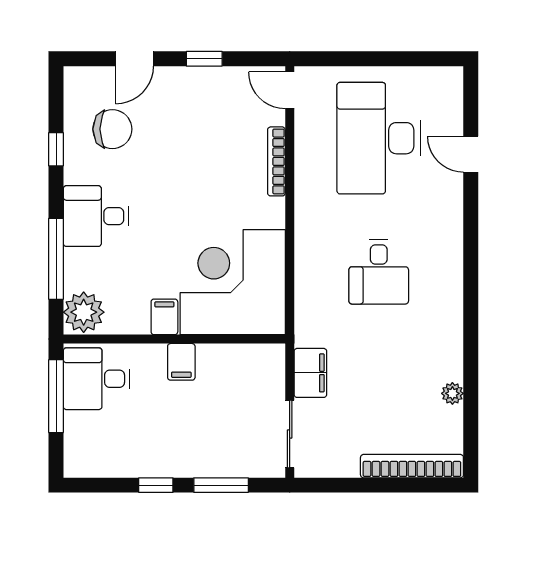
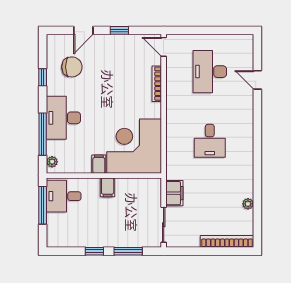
desk: (379, 138) -> (210, 72), width x0.73, depth x0.77
desk: (96, 216) -> (63, 118), width x1.37
plant: (84, 312) -> (52, 162), width x0.53, depth x0.53

